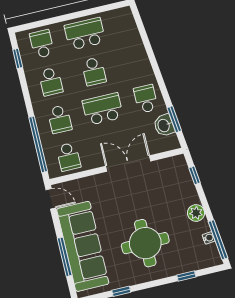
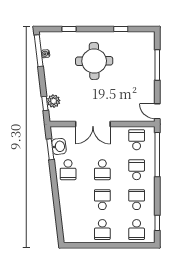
school desk: (85, 34) -> (102, 230), width x0.54
school desk: (103, 109) -> (102, 170), width x0.54
plant: (196, 213) -> (54, 101), moved
sofa: (83, 246) -> (142, 70), removed

